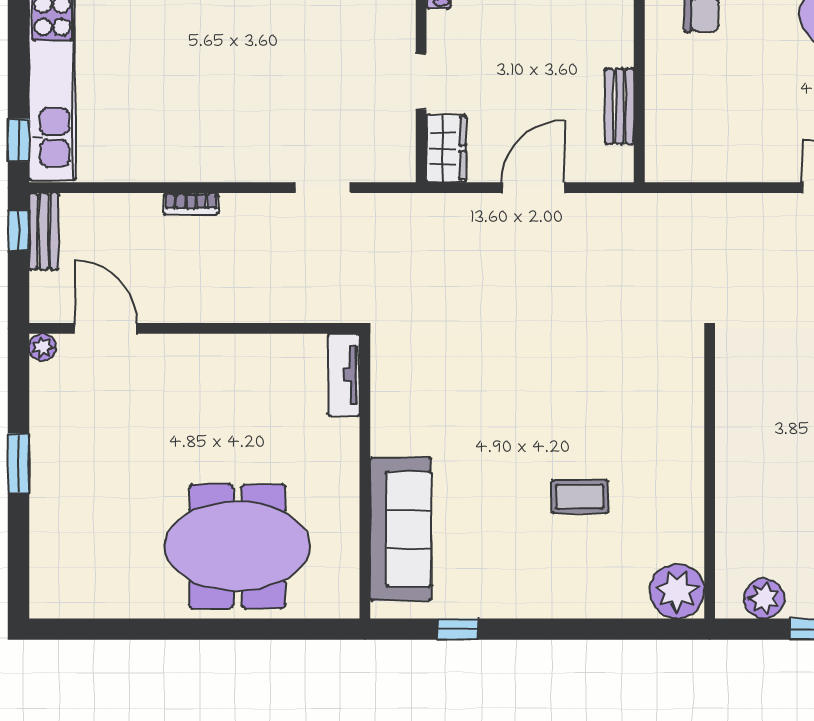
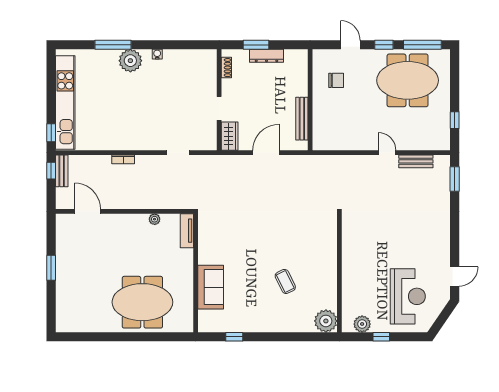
bench: (620, 106) -> (302, 119), width x1.36
plant: (43, 347) -> (155, 219), moved
coffee table: (580, 497) -> (285, 281), turned 64
sofa: (401, 529) -> (211, 287), width x0.73

